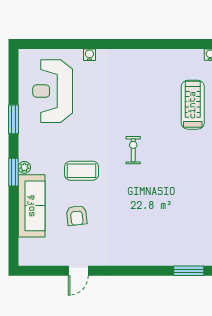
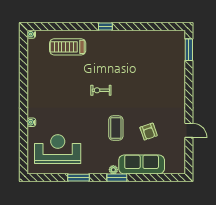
reception desk: (53, 91) -> (58, 149), turned 180
armchair: (77, 215) -> (149, 132), turned 77

